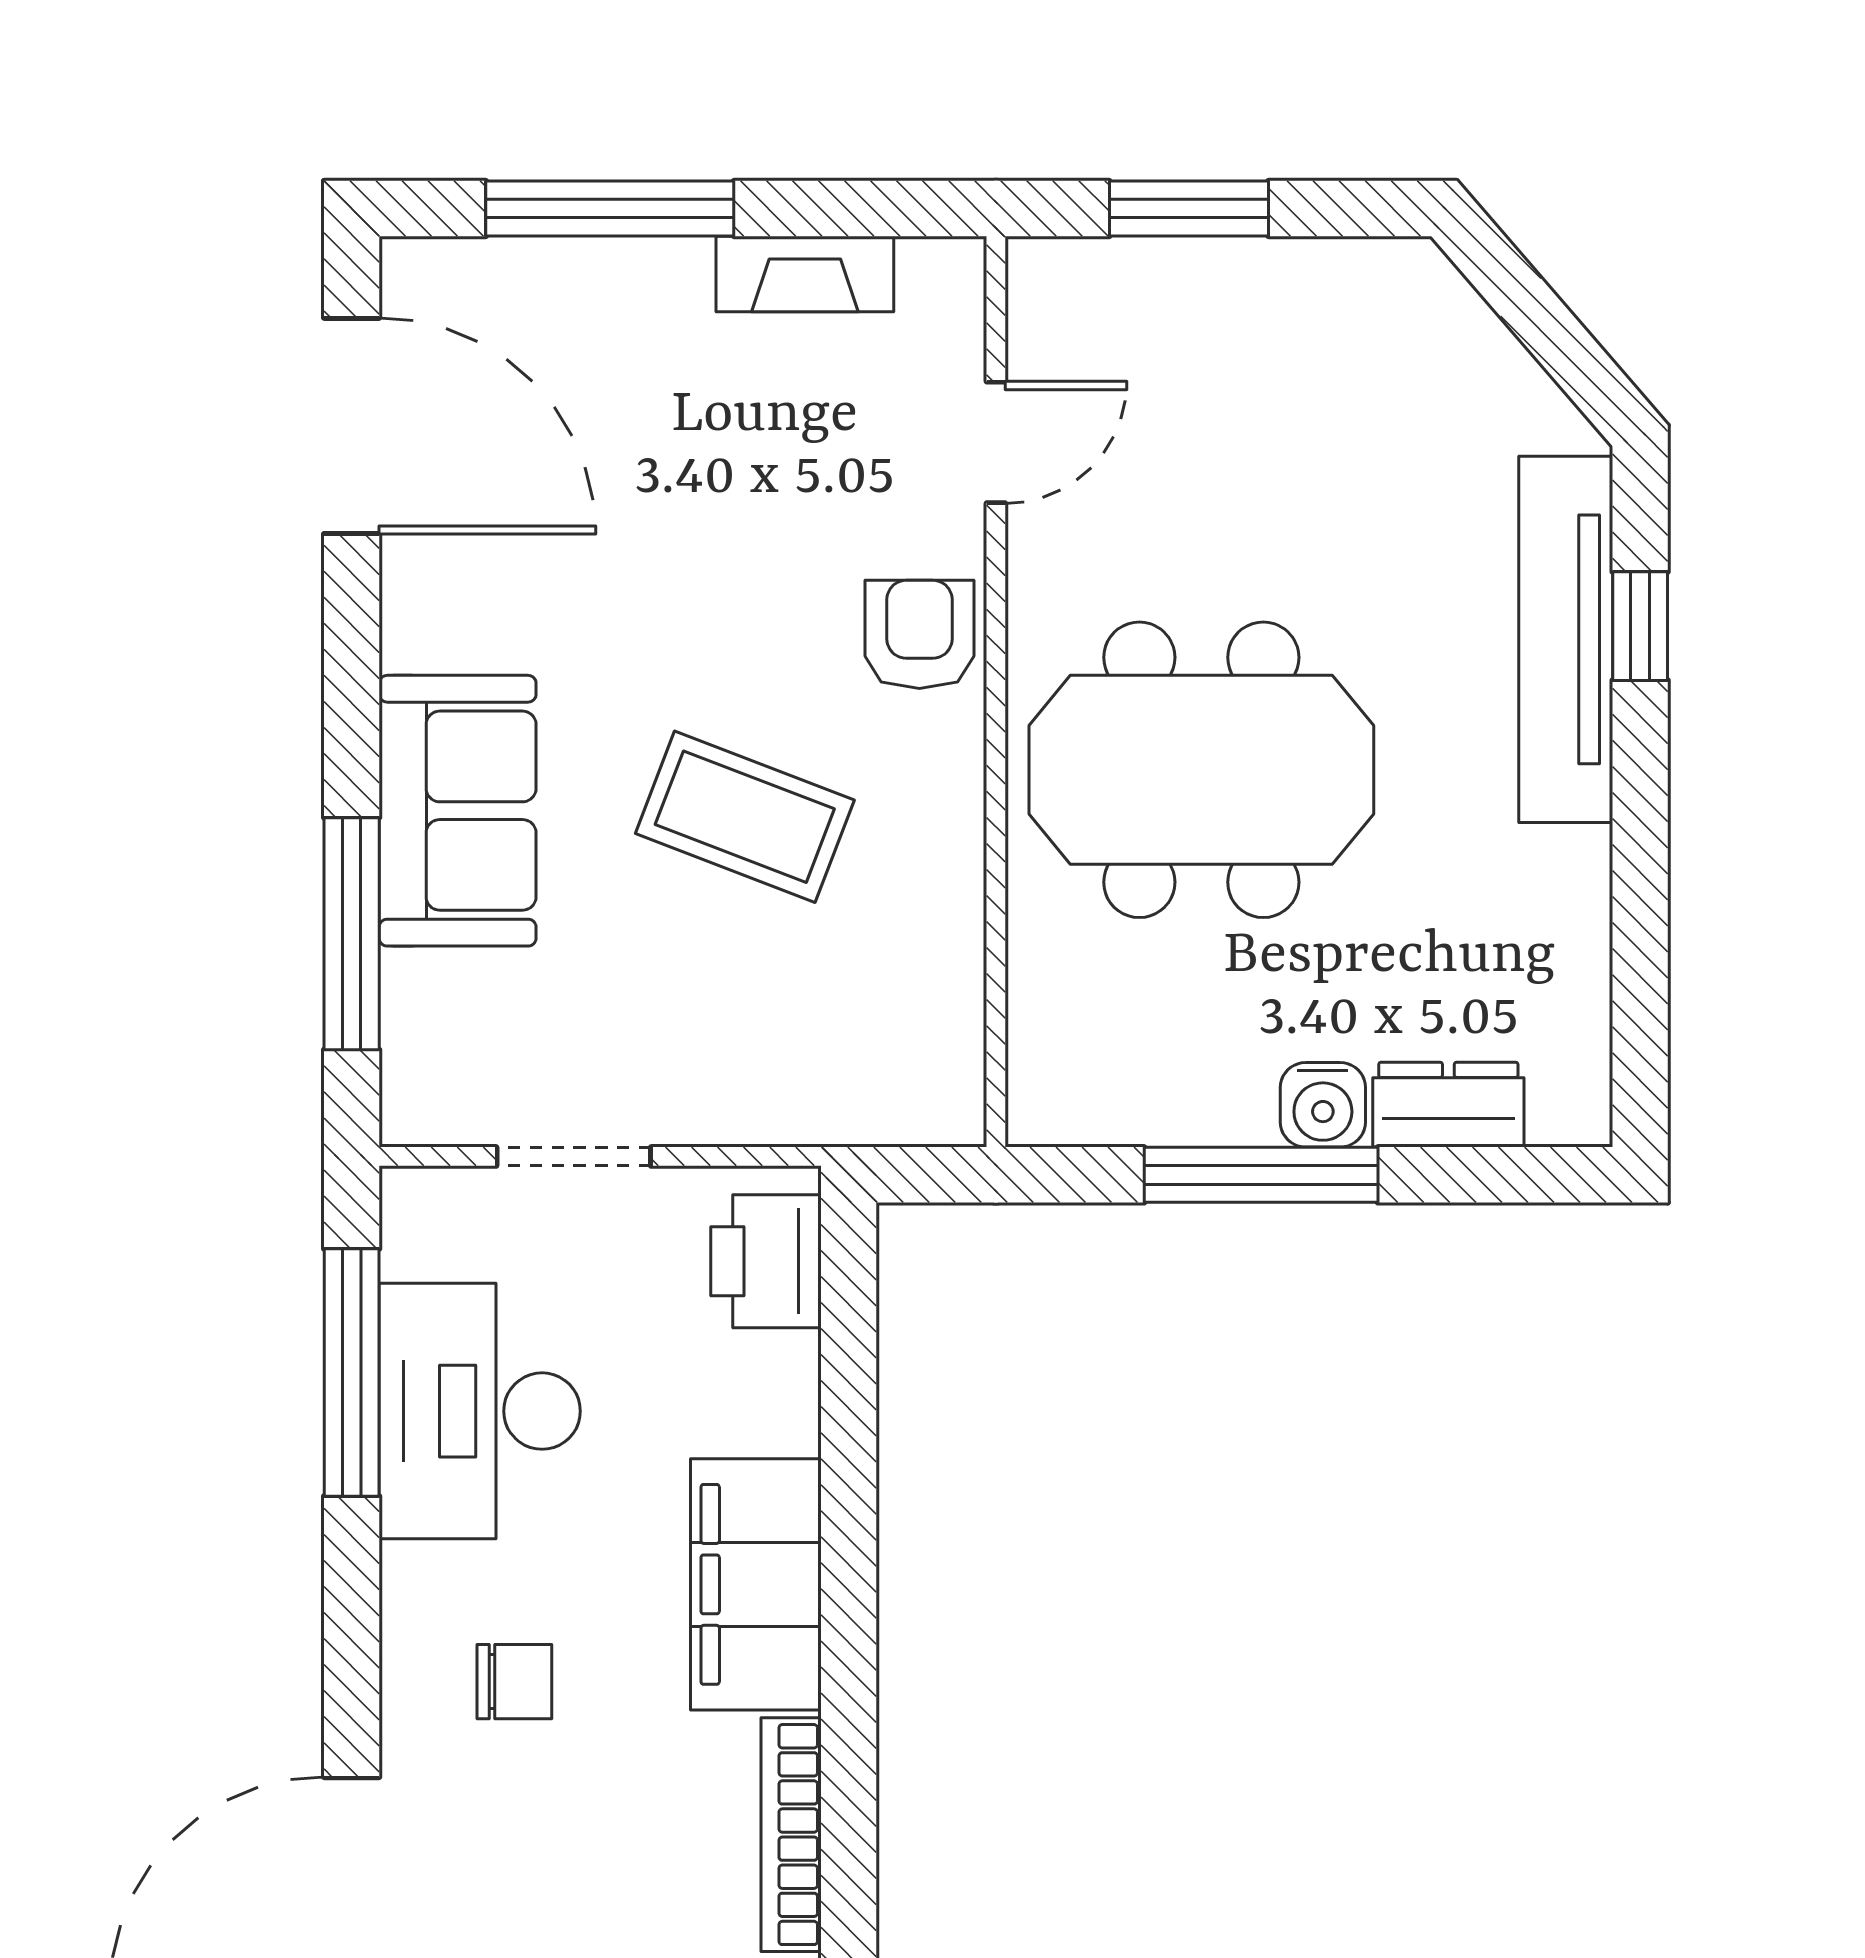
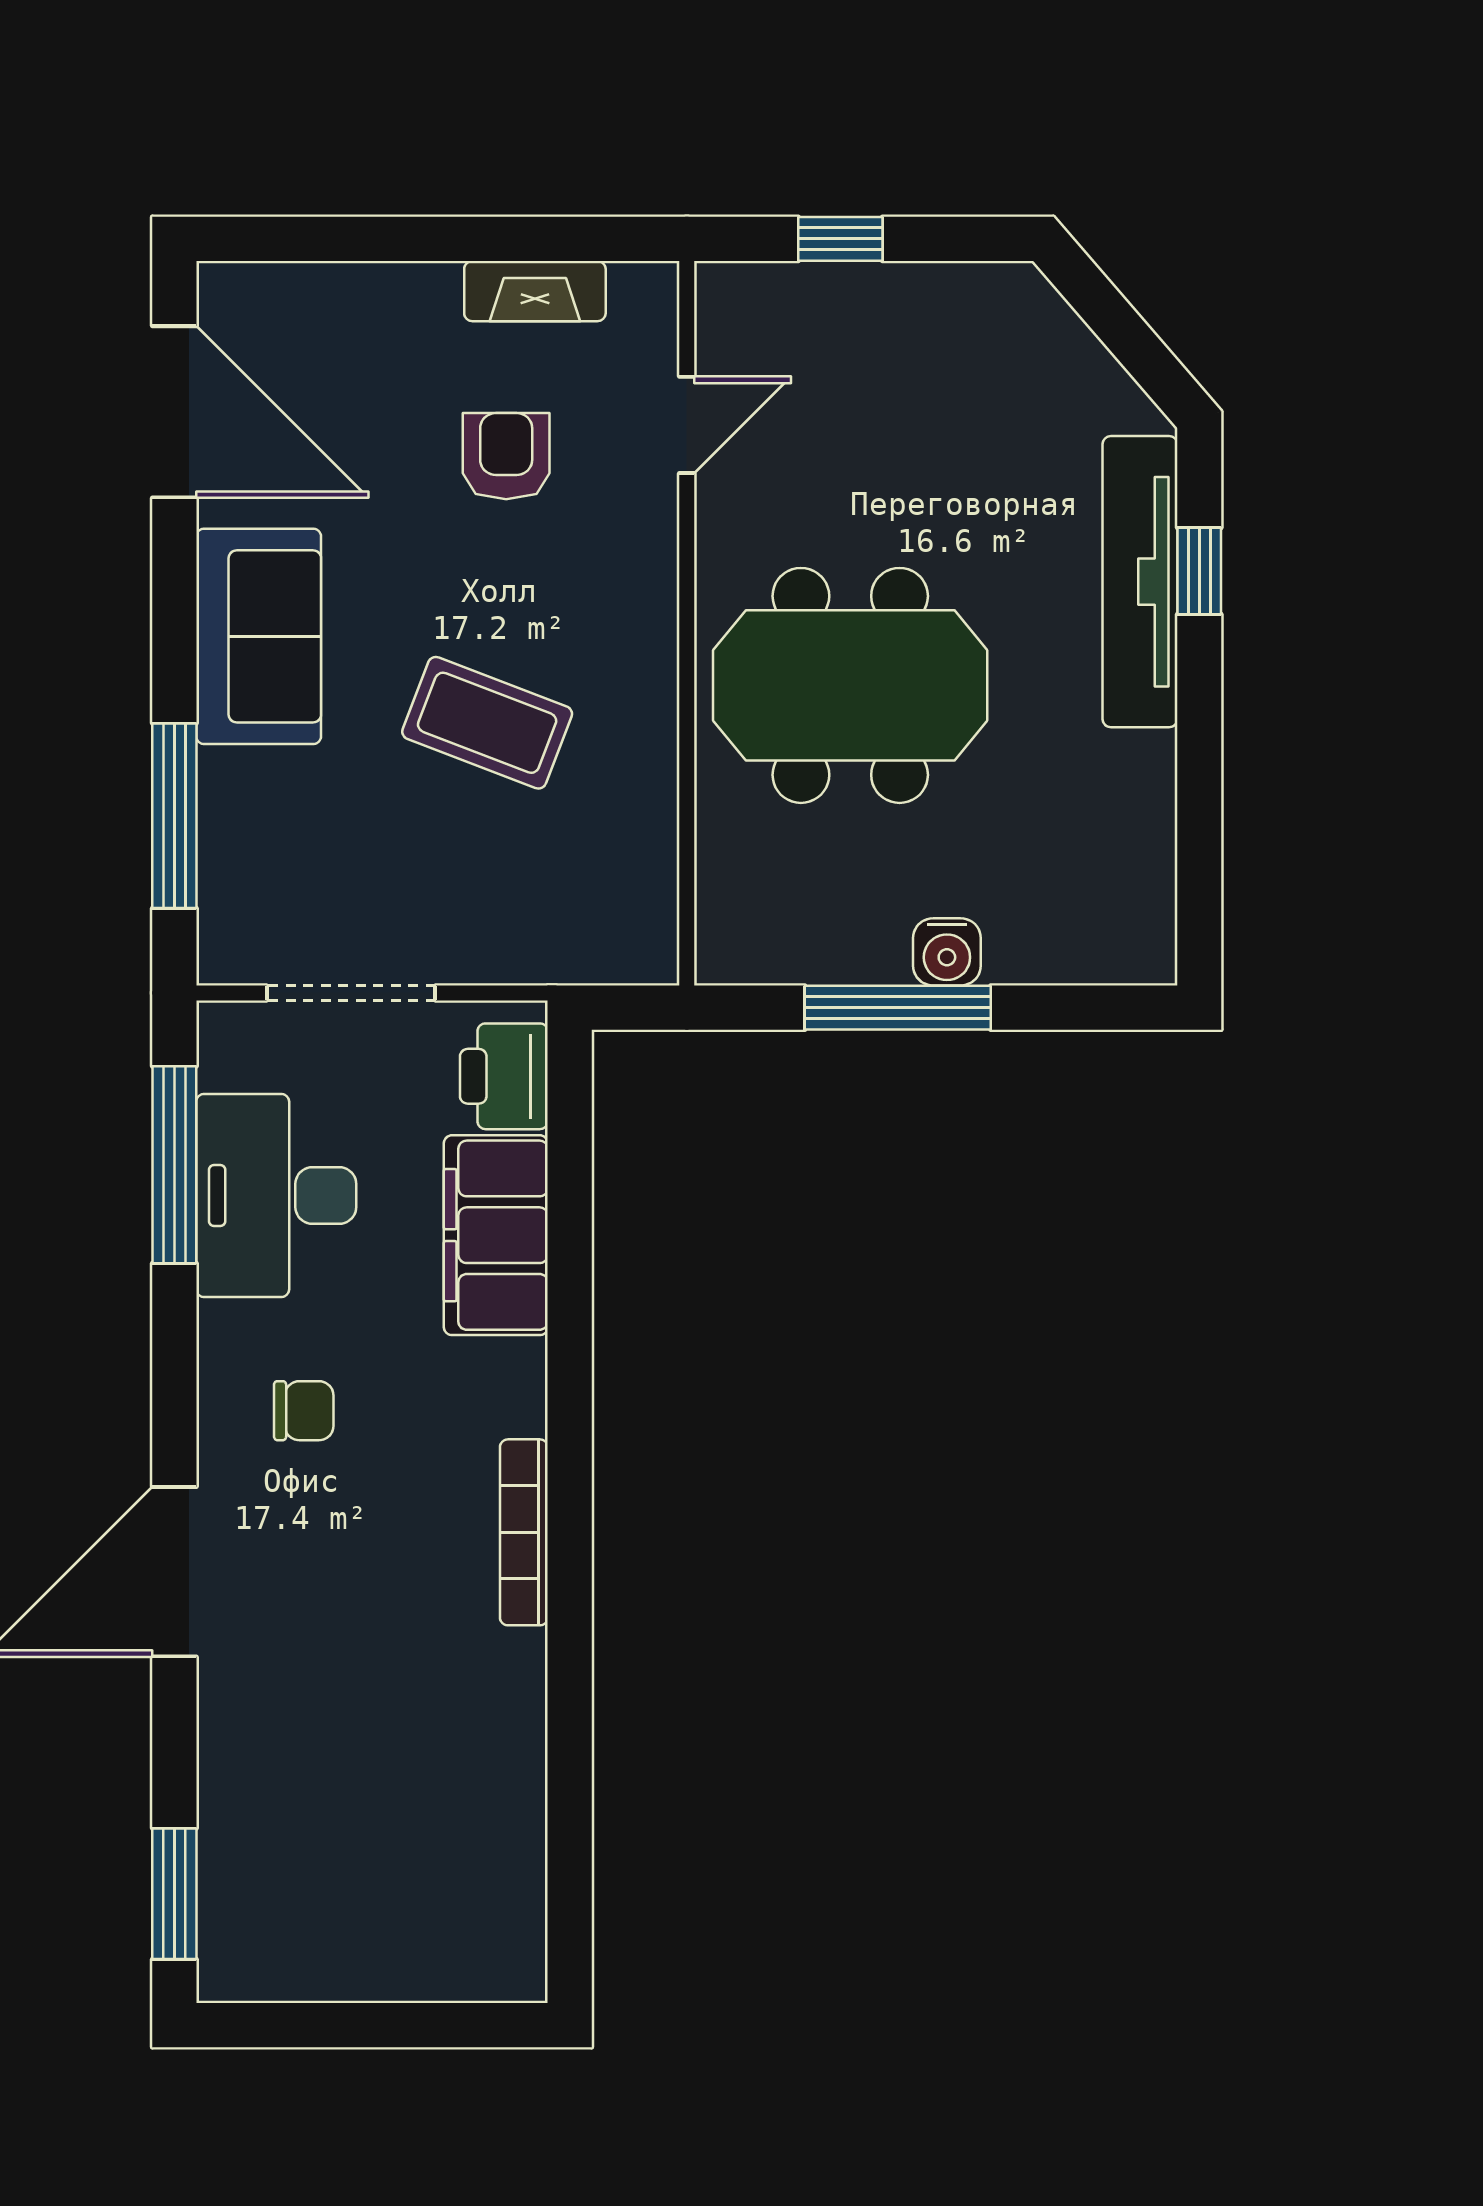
window: (610, 208) -> (380, 239), removed
window: (1189, 208) -> (840, 239), width x0.67
armchair: (919, 634) -> (506, 456), moved
sofa: (458, 811) -> (259, 636), moved
dresser: (1448, 1105) -> (1047, 952), removed
doorway: (574, 1156) -> (351, 993), width x1.38
filing cabinet: (756, 1584) -> (496, 1235), moved

